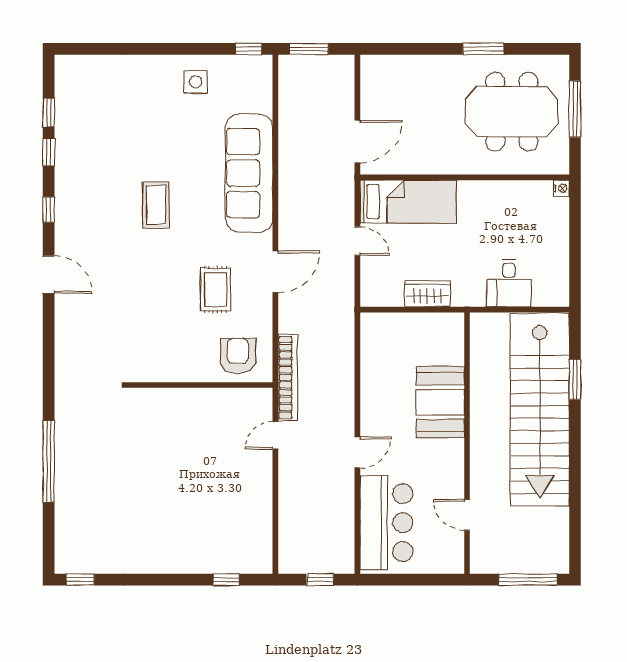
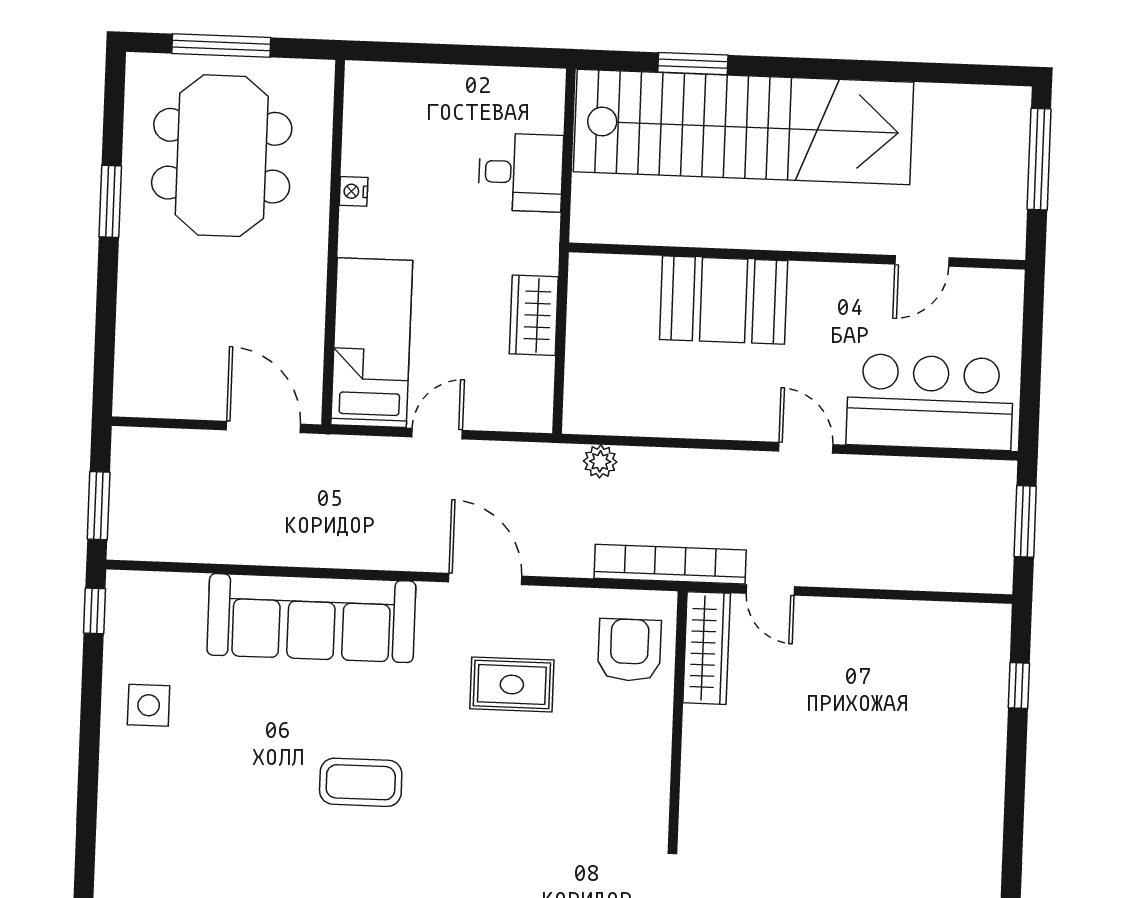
nightstand: (561, 188) -> (354, 191), moved, turned -90
plant: (345, 335) -> (600, 461), added
armchair: (238, 356) -> (629, 650), turned 90
wardrobe: (241, 400) -> (707, 648), added
window: (320, 580) -> (1025, 521), width x1.50

